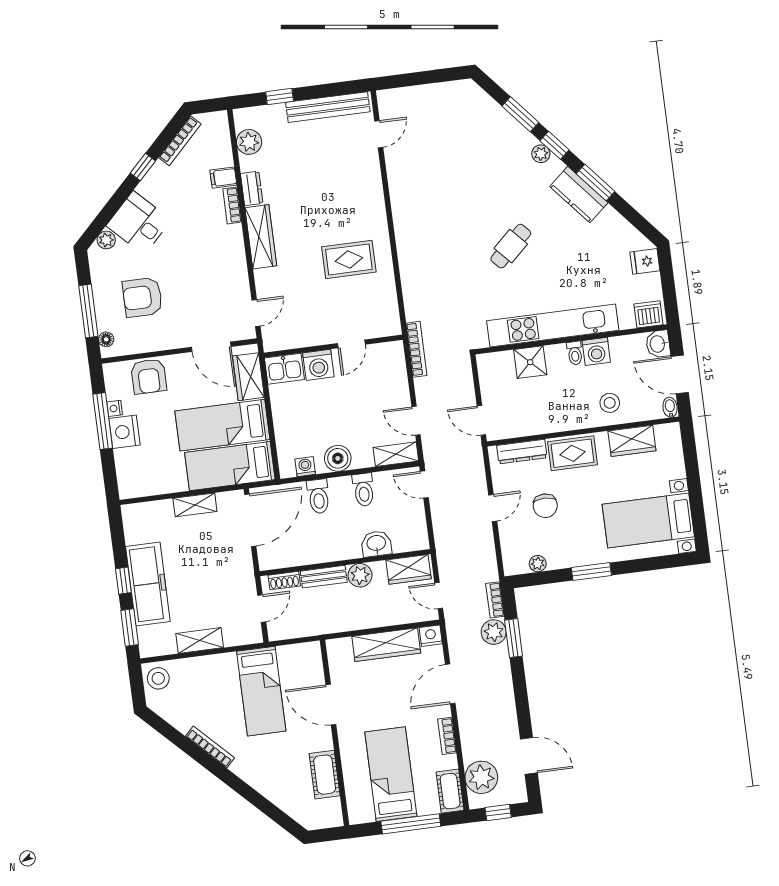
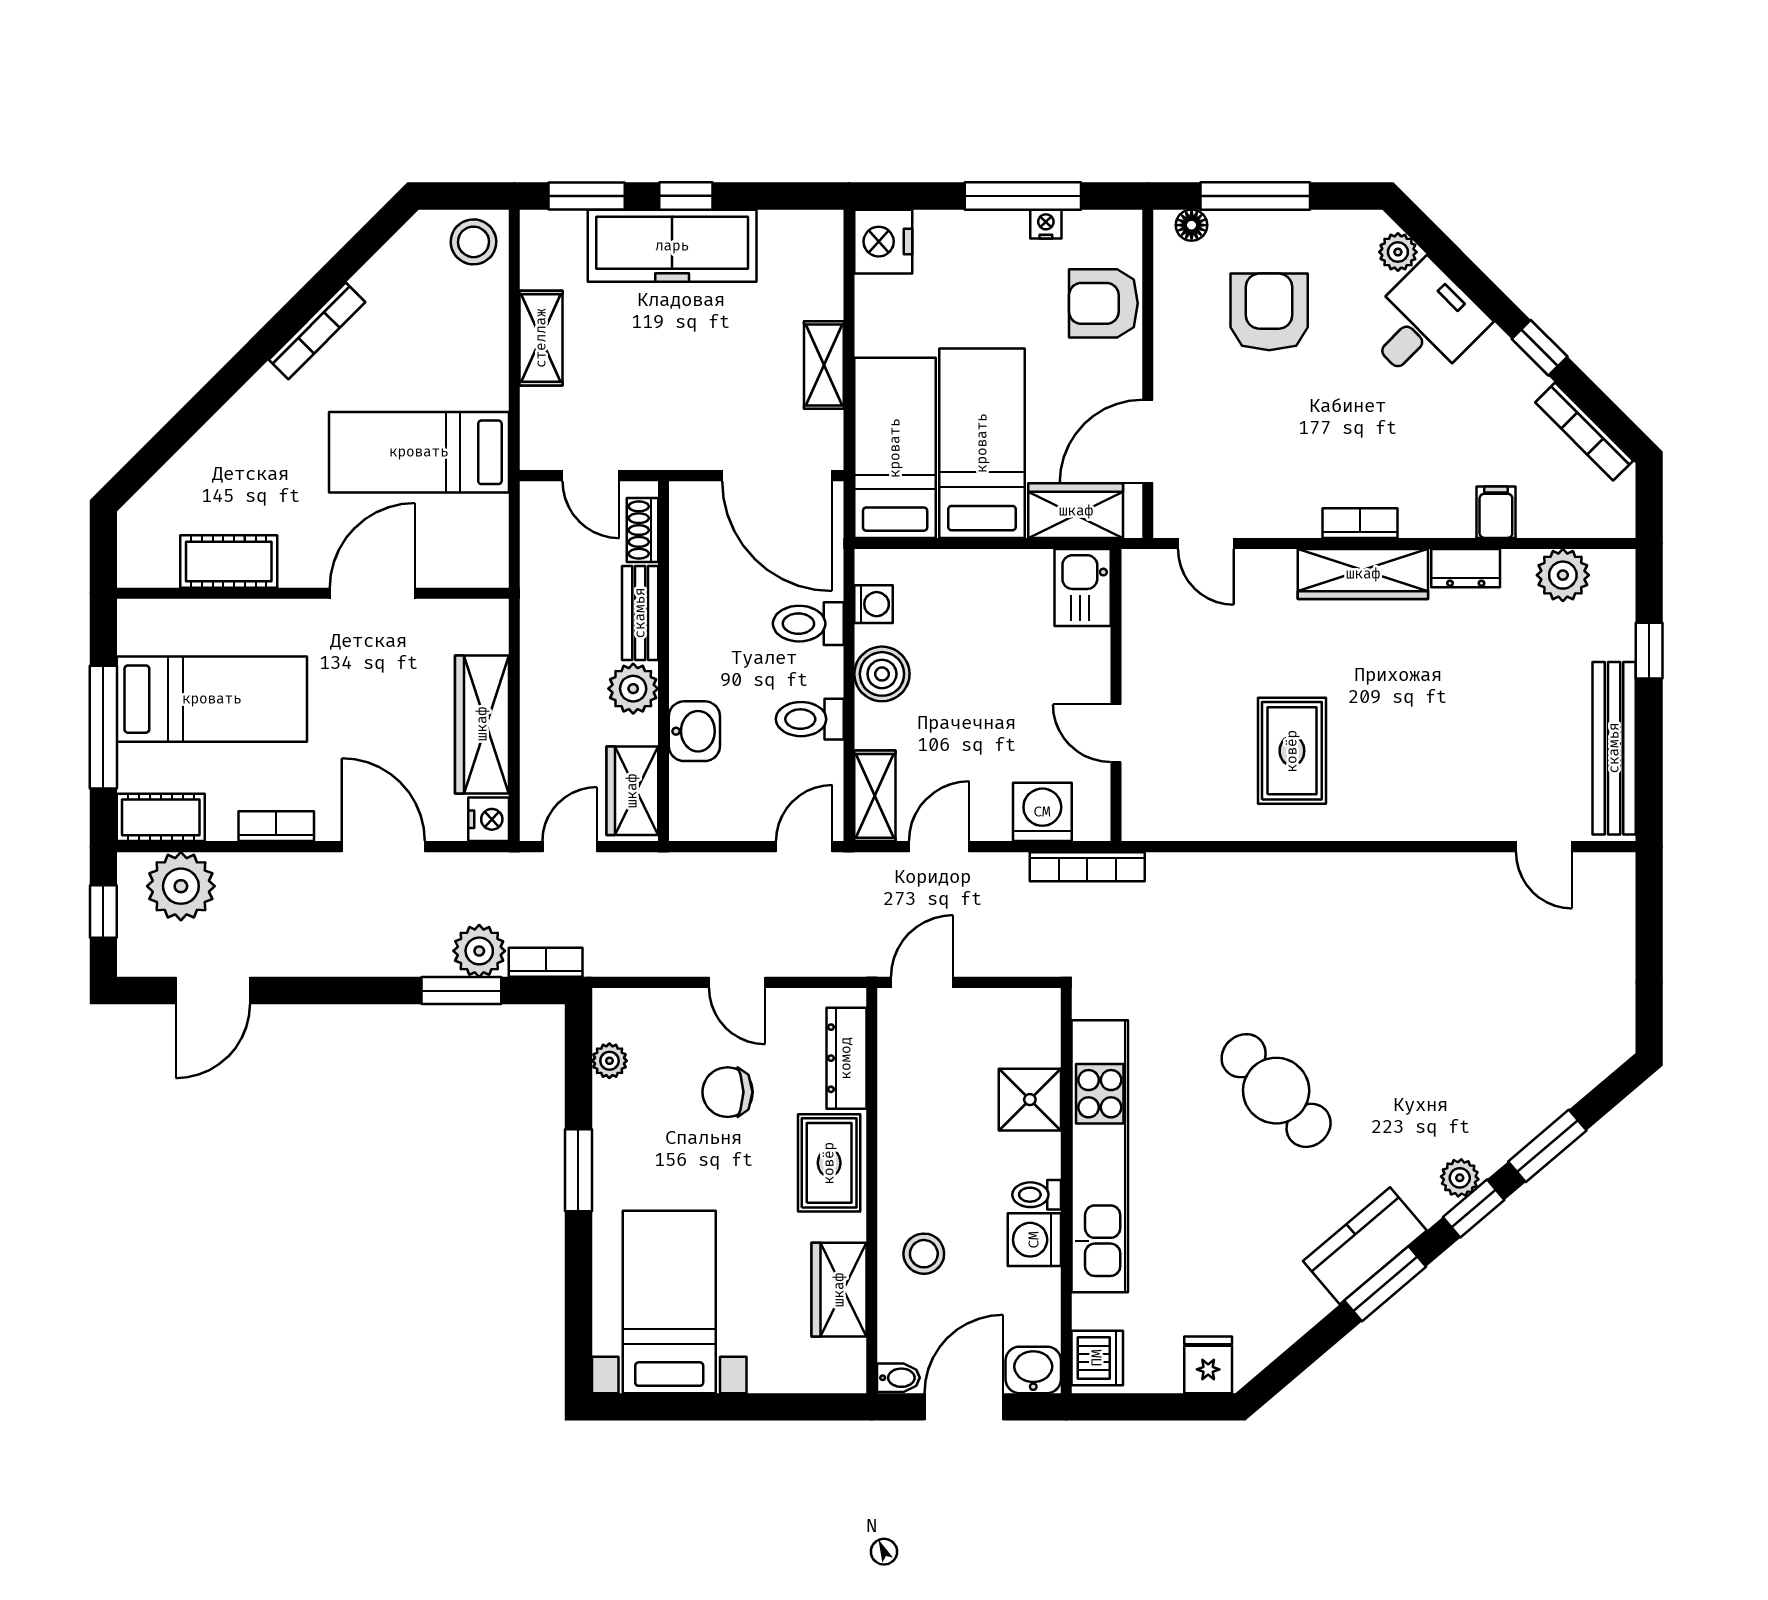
bookcase: (232, 205) -> (1360, 523), moved
cafe table: (511, 246) -> (1276, 1091), width x1.37, depth x1.35
washing machine: (318, 365) -> (1042, 812), moved, turned 90
nightstand: (124, 432) -> (883, 242), moved, turned -90

